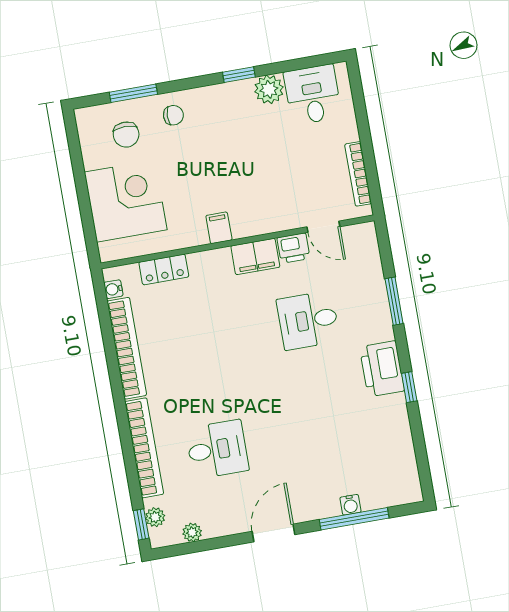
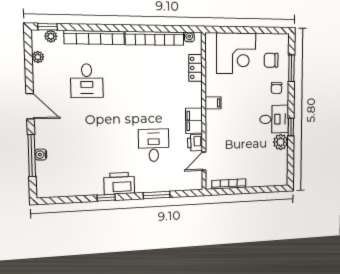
desk: (313, 95) -> (274, 119), moved

